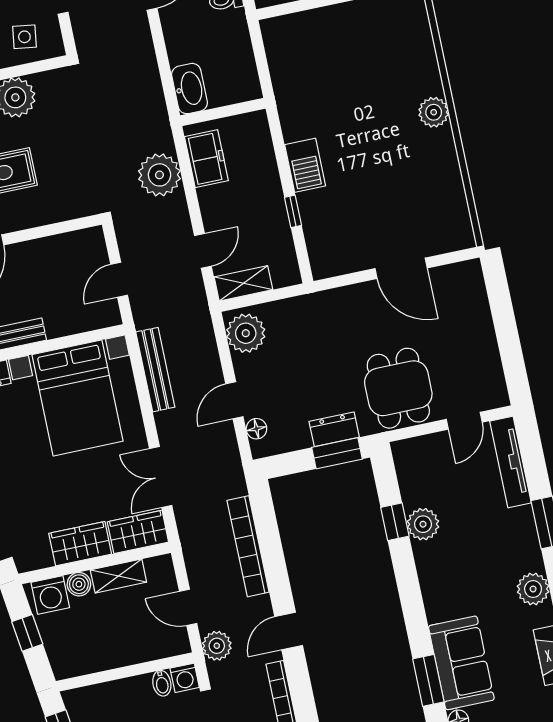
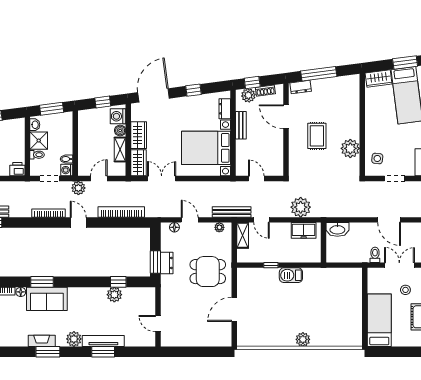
plant: (246, 333) -> (219, 227), width x0.53, depth x0.53
bench: (155, 370) -> (232, 212), moved
dining table: (398, 388) -> (208, 272), moved
tv unit: (510, 462) -> (103, 341), moved

